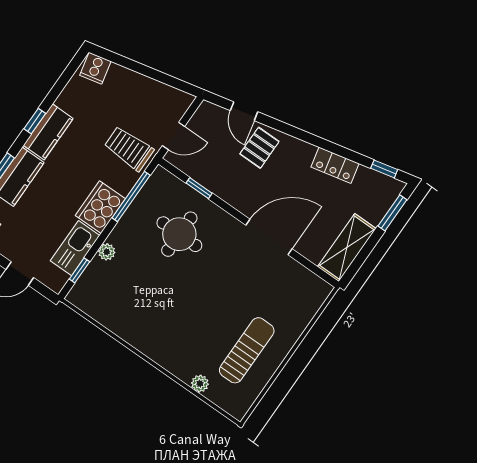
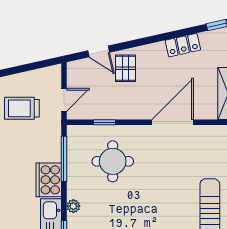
trolley: (129, 148) -> (22, 108), moved

